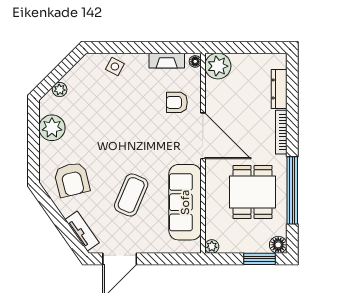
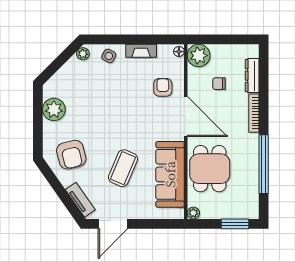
fireplace: (167, 61) -> (141, 51), moved
plant: (60, 90) -> (83, 54), moved
chair: (241, 98) -> (219, 84), added
armchair: (177, 102) -> (163, 87), turned 90
dining table: (252, 192) -> (210, 169), moved
floor lamp: (278, 245) -> (251, 212), removed

